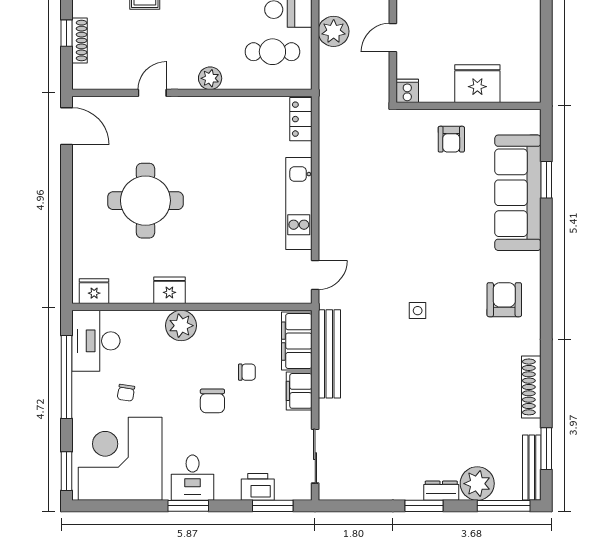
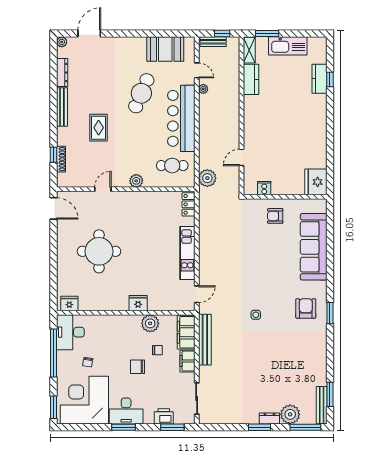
plant: (334, 31) -> (207, 178), moved
fridge: (477, 84) -> (316, 182), moved, turned -90
cooker: (407, 91) -> (264, 188), moved
armchair: (451, 139) -> (275, 216), turned 90
window: (546, 180) -> (330, 313), moved
fridge: (169, 290) -> (138, 303), moved
plant: (181, 326) -> (150, 323), moved
shoe rack: (531, 387) -> (321, 359), removed
chair: (212, 401) -> (138, 367), turned 90
desk: (193, 478) -> (126, 411), width x1.37

